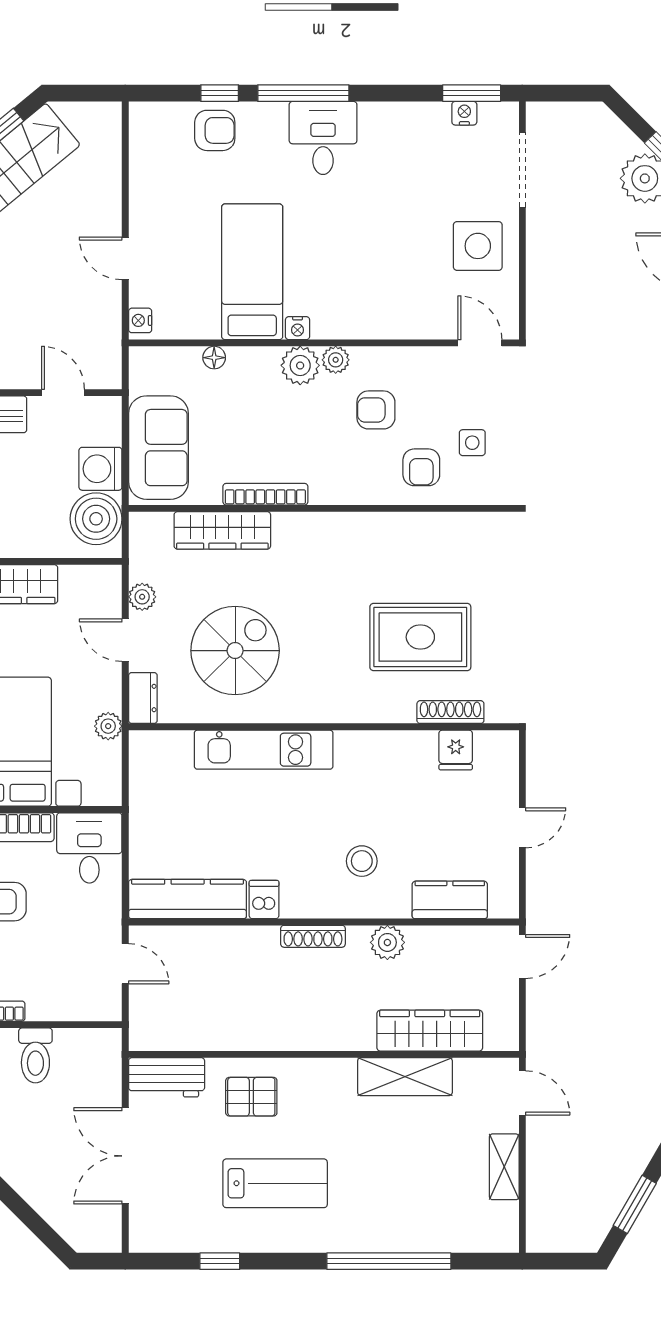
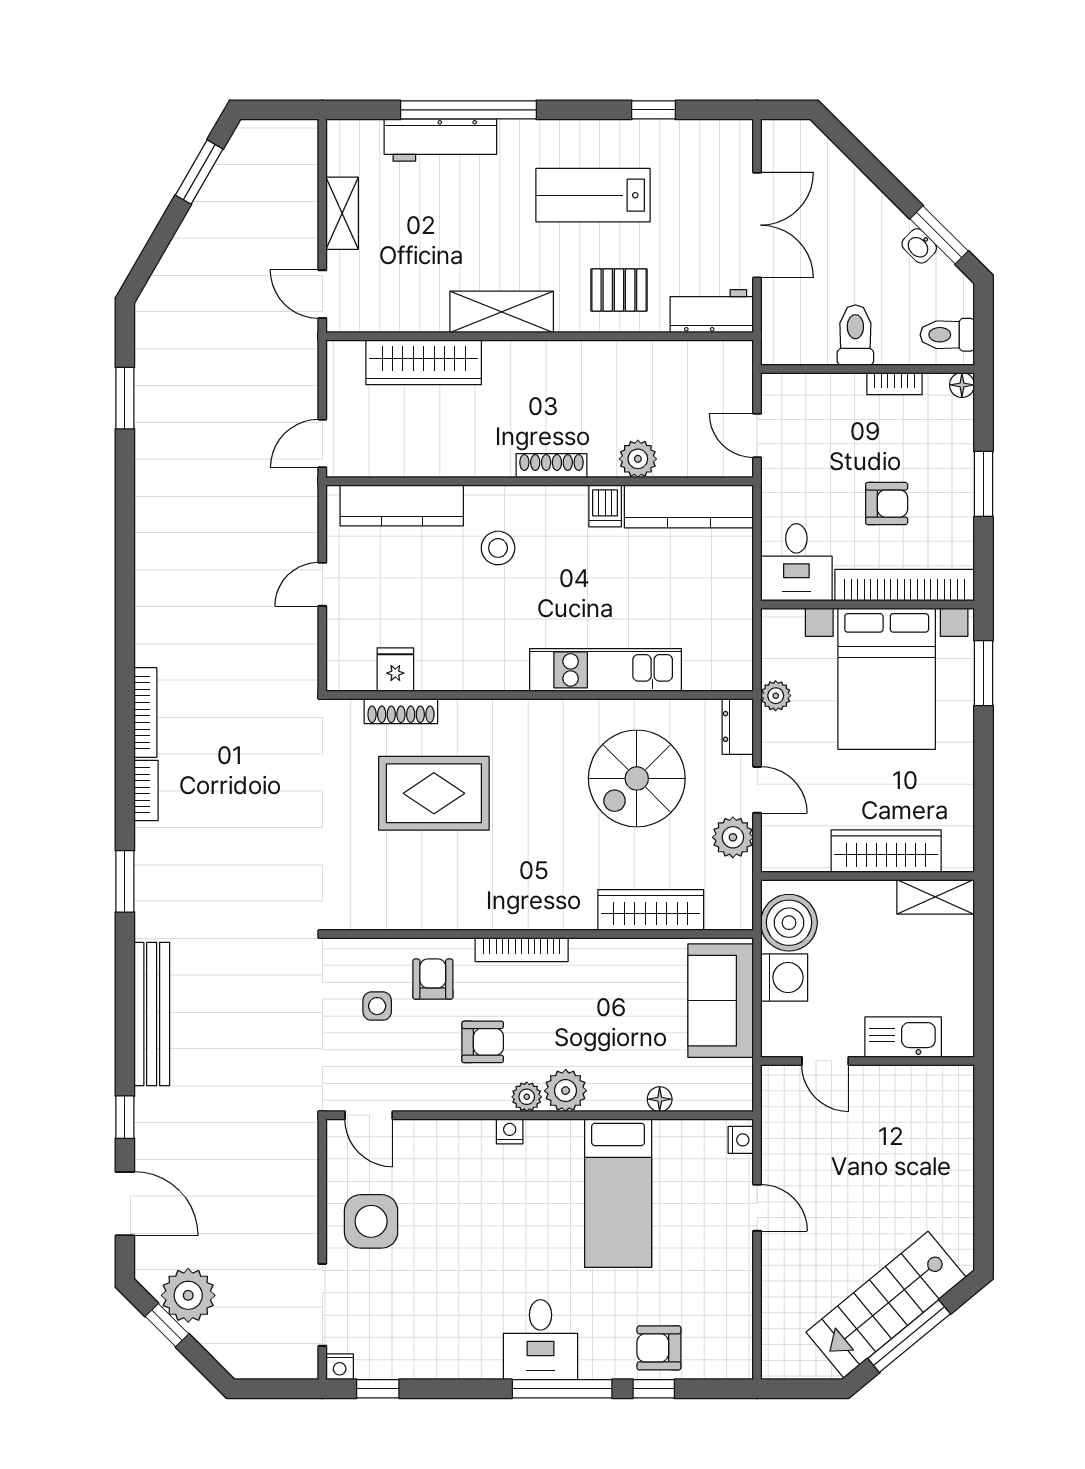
window: (472, 93) -> (378, 1389), width x0.67
nightstand: (464, 113) -> (340, 1367), moved
nightstand: (298, 328) -> (510, 1131), moved
bookcase: (265, 494) -> (522, 950), moved
plant: (142, 597) -> (733, 837), width x1.38, depth x1.38
kitchen counter: (450, 900) -> (402, 505), width x1.50
plant: (387, 942) -> (638, 459), moved
shelving: (405, 1077) -> (502, 312), moved
workbench: (414, 1234) -> (440, 140), added

